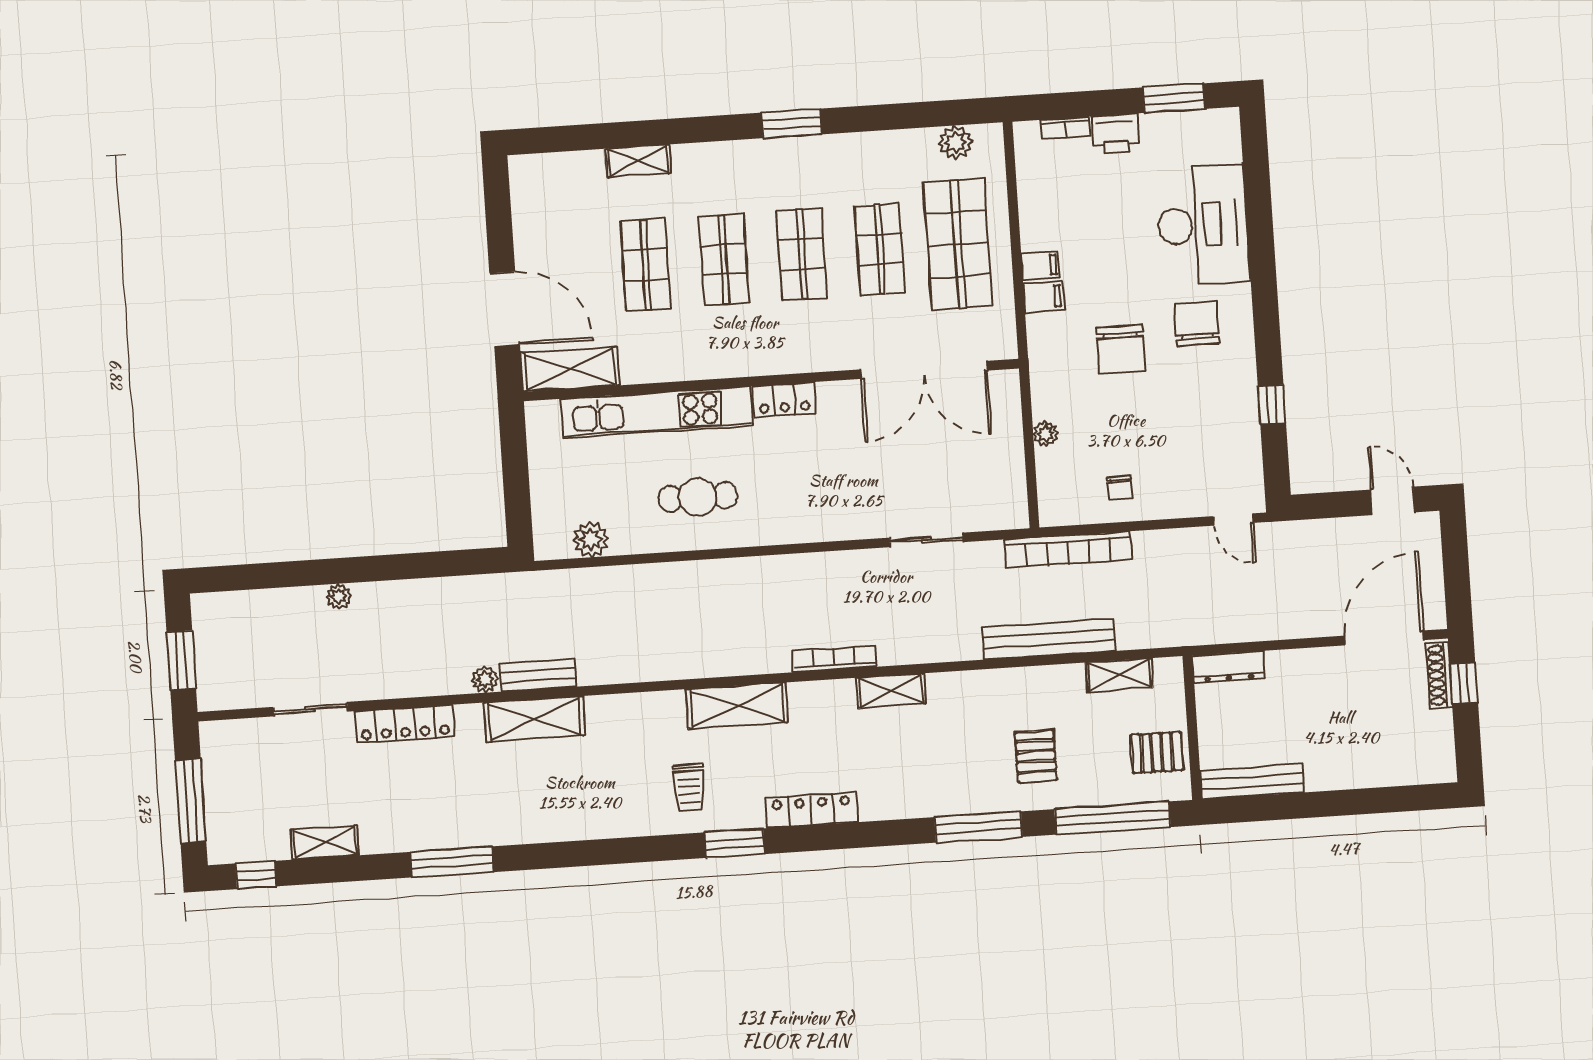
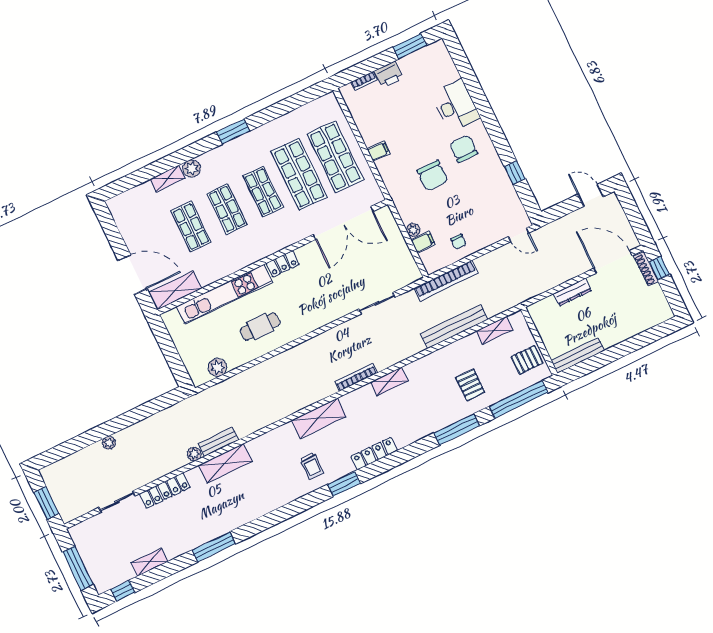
plant: (955, 142) -> (192, 168), moved
desk: (1203, 225) -> (456, 106), width x0.73, depth x0.77
shop shelf: (880, 249) -> (299, 174), width x1.43, depth x1.36
filing cabinet: (1044, 297) -> (423, 242), moved
door: (1384, 638) -> (613, 262), hinge flipped
dresser: (1228, 667) -> (572, 292), moved

